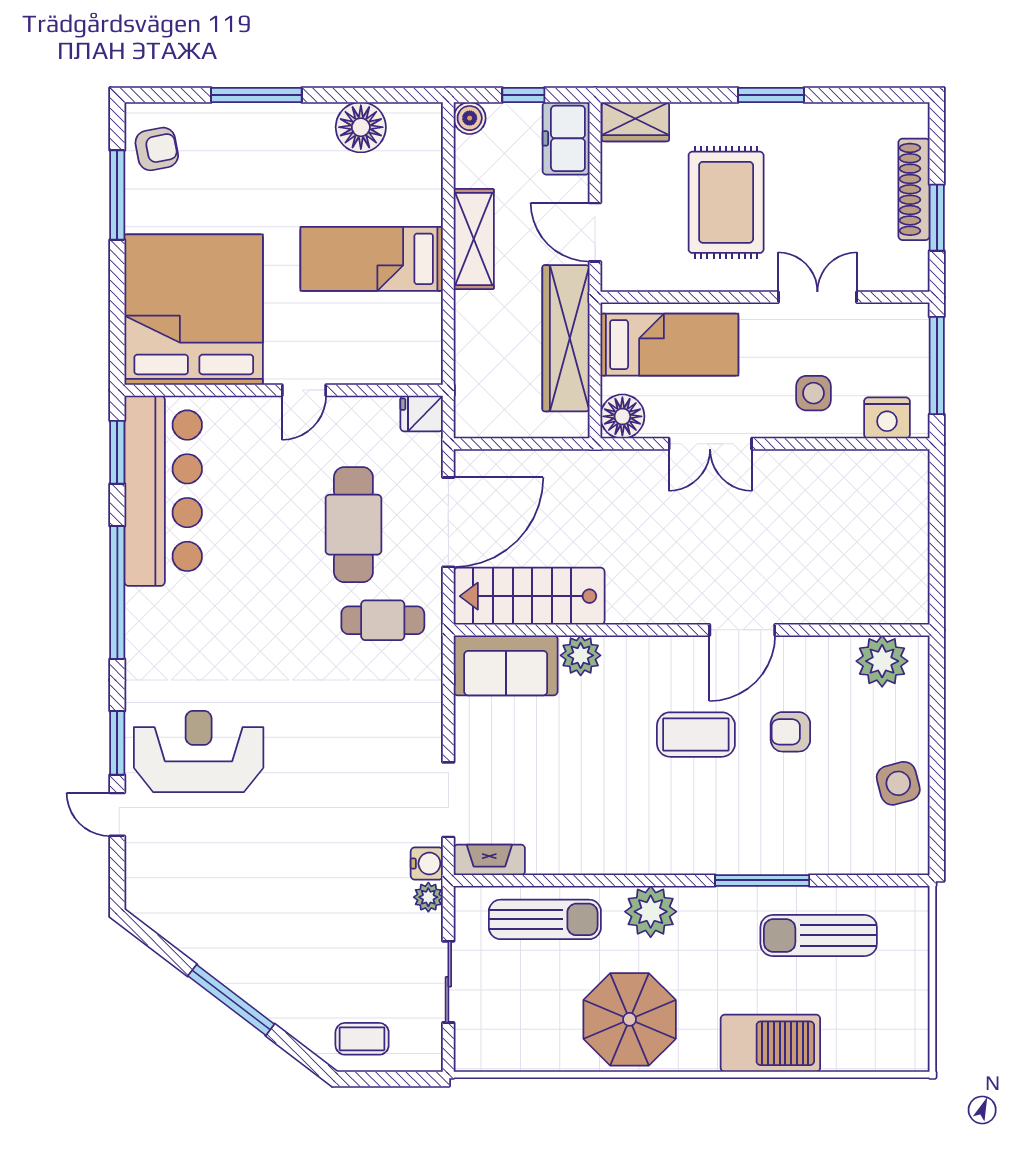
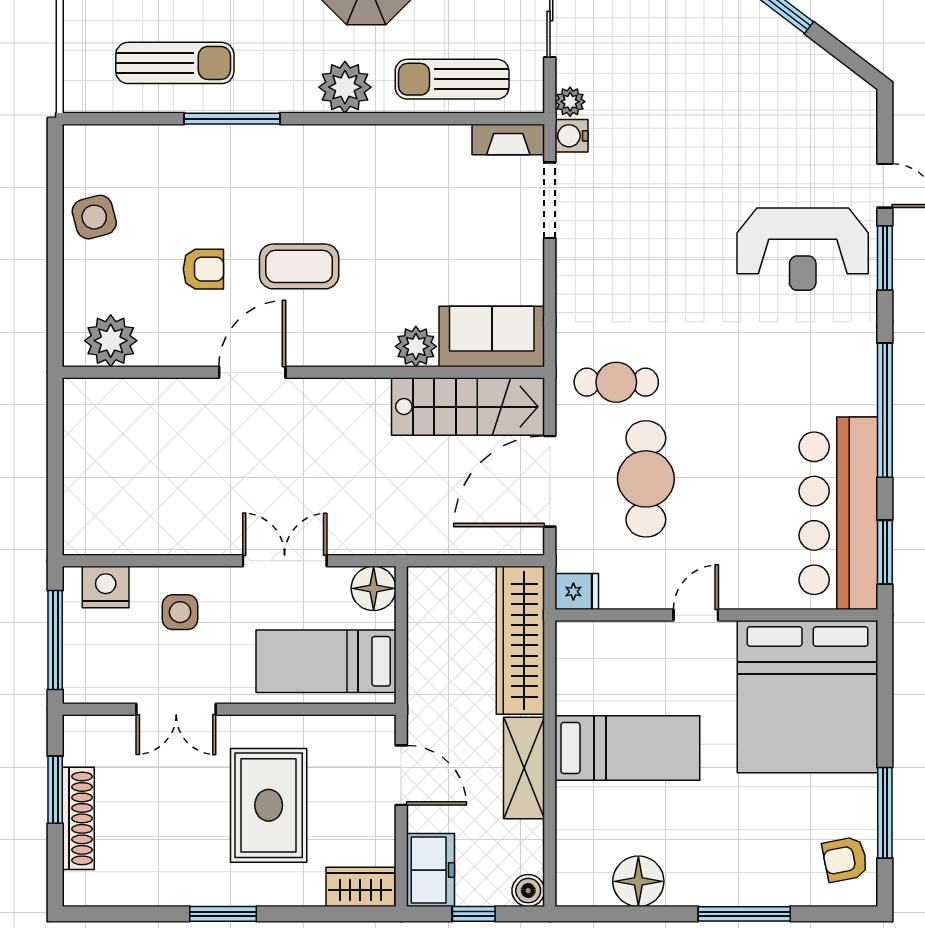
wardrobe: (566, 338) -> (520, 640), moved, turned 180

